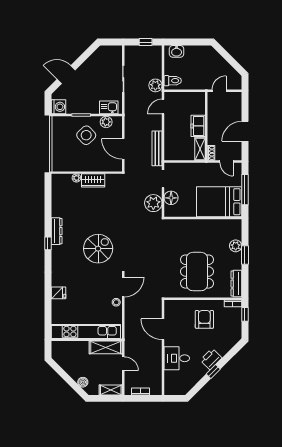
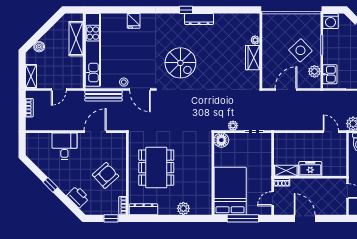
bench: (157, 148) -> (104, 96), moved
floor lamp: (171, 198) -> (221, 140), moved
plant: (153, 203) -> (233, 126), width x0.53, depth x0.53
window: (245, 255) -> (174, 218), removed
dining table: (197, 272) -> (156, 168), turned 90
armchair: (204, 319) -> (106, 175), turned -42
shelving: (106, 347) -> (76, 39), moved
printer: (211, 359) -> (78, 197), moved

